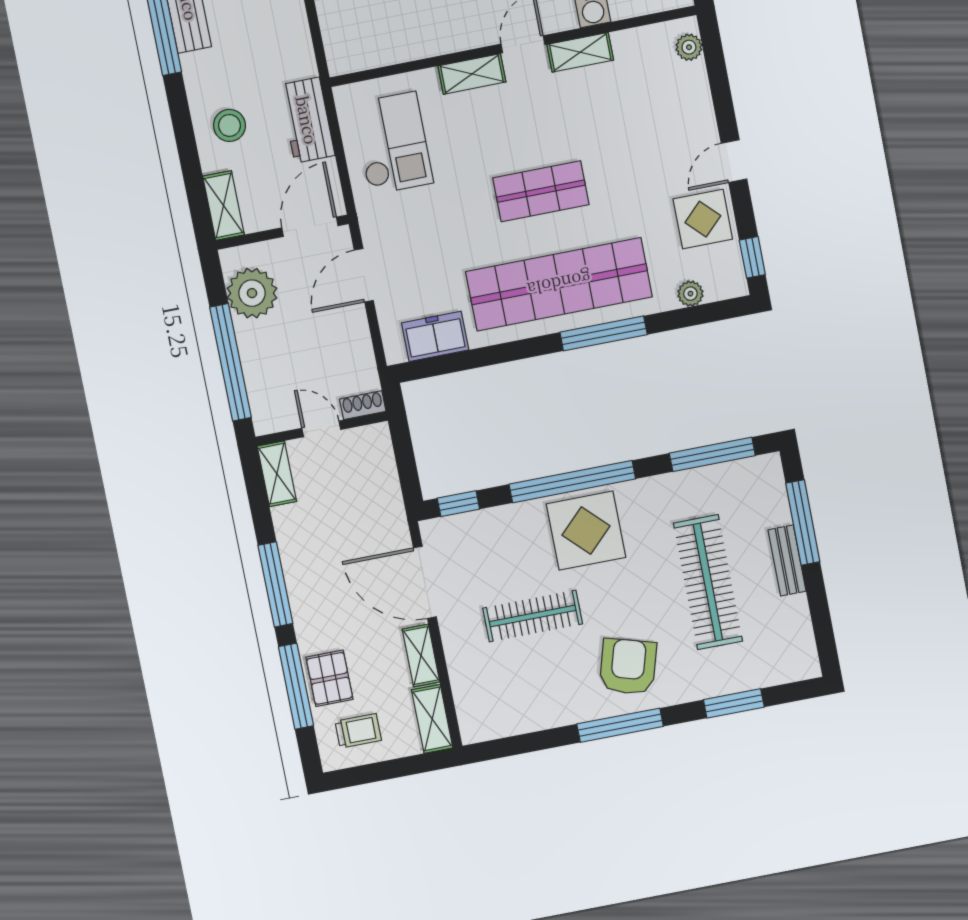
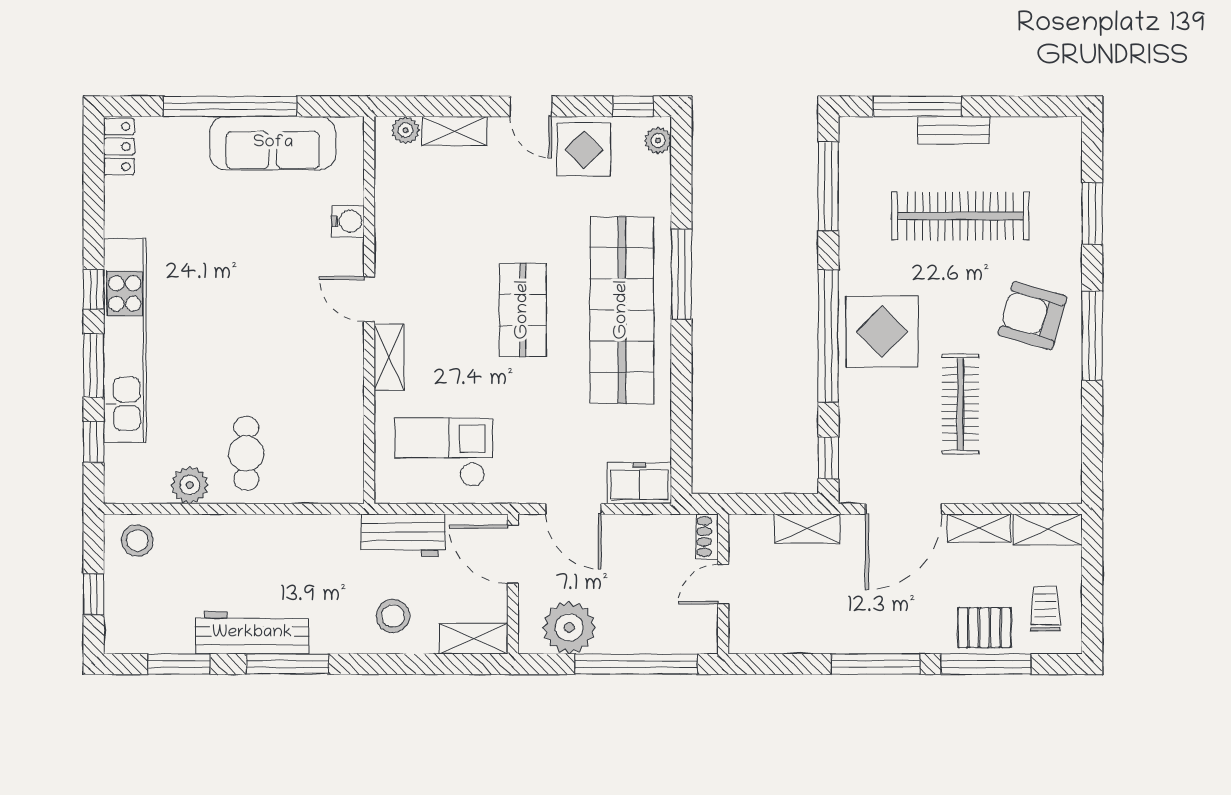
shelving: (580, 52) -> (455, 131), moved, turned 90
plant: (690, 294) -> (658, 141), moved
freezer: (435, 336) -> (639, 483), moved, turned 90
shelving: (277, 474) -> (807, 528), moved

